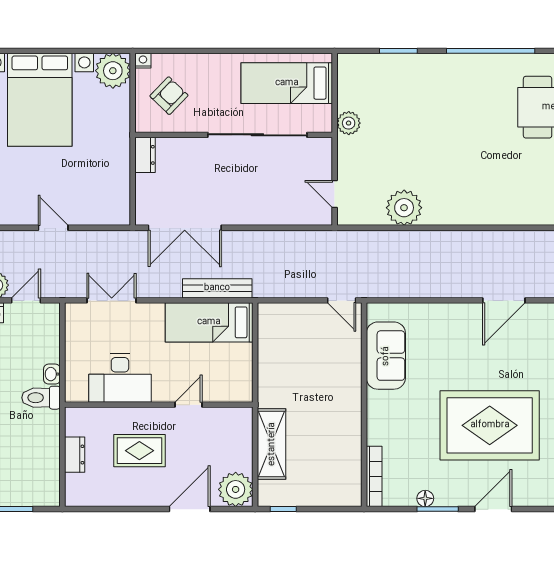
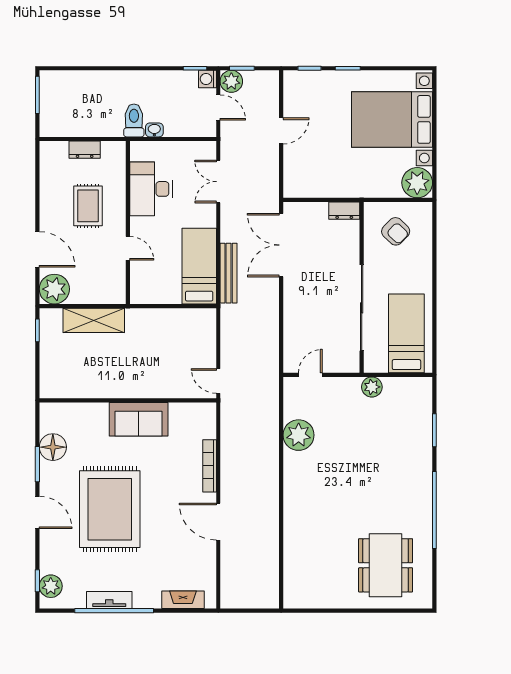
nightstand: (143, 61) -> (426, 209), removed
double door: (112, 300) -> (218, 182), swing flipped
door: (342, 300) -> (218, 381), hinge flipped
sofa: (386, 356) -> (139, 419), moved
bookcase: (374, 476) -> (210, 466), moved, turned 90
floor lamp: (425, 498) -> (53, 447), width x1.89, depth x1.89

